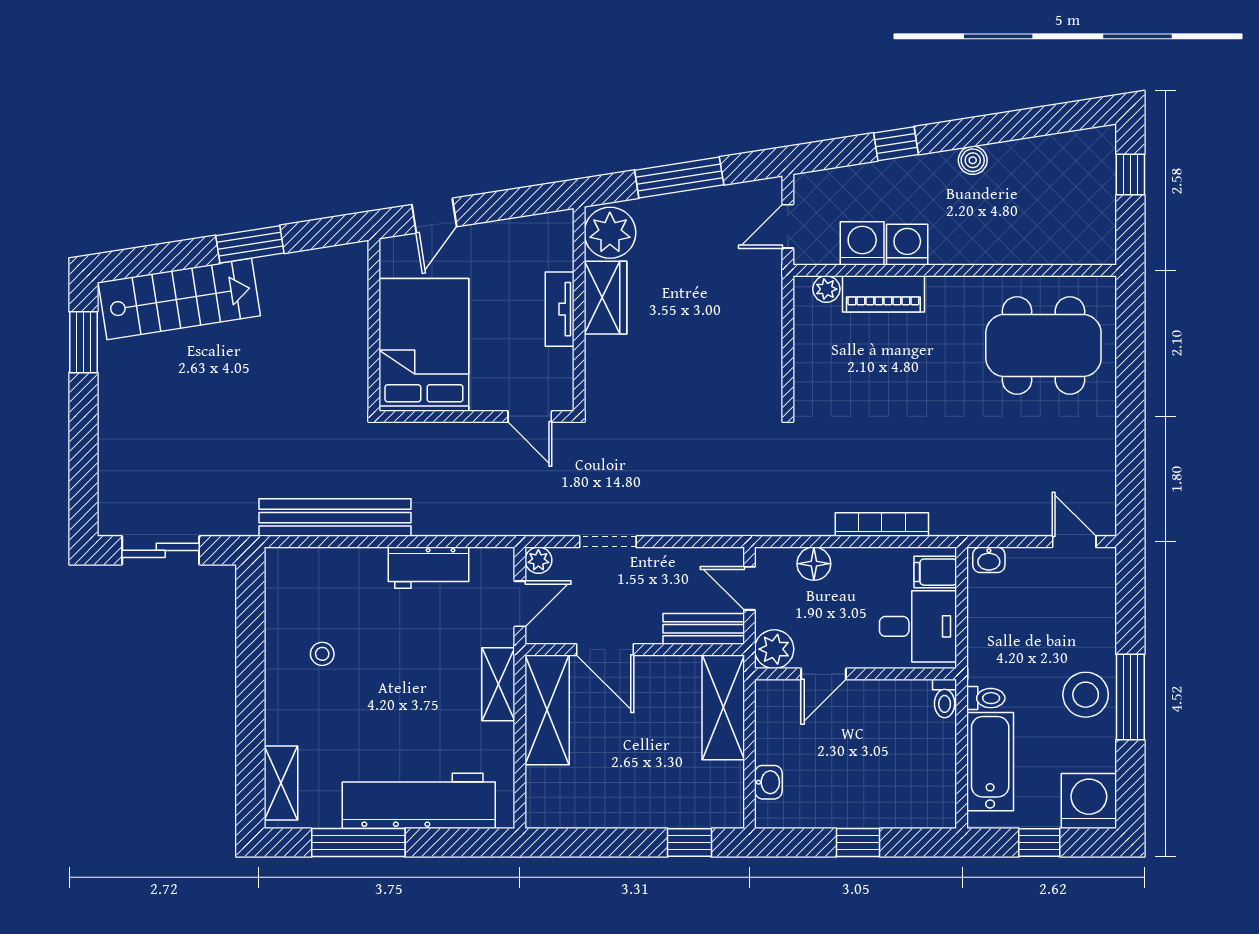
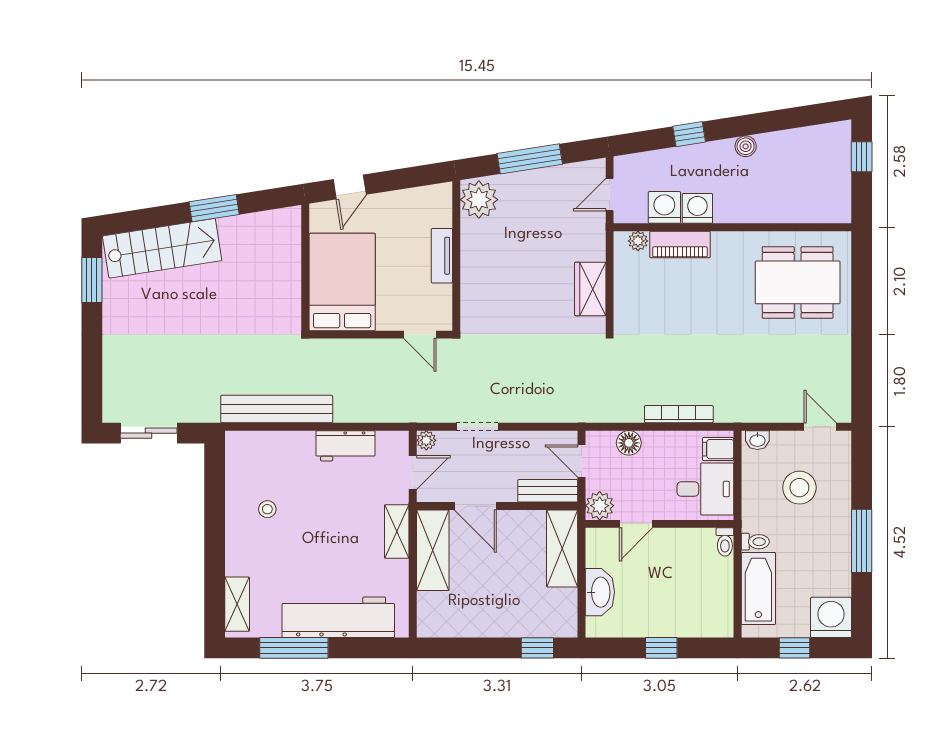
wardrobe: (605, 298) -> (590, 289), moved, turned 180
stool: (1086, 695) -> (799, 488), moved
washbasin: (768, 782) -> (600, 592), width x1.91, depth x1.45

